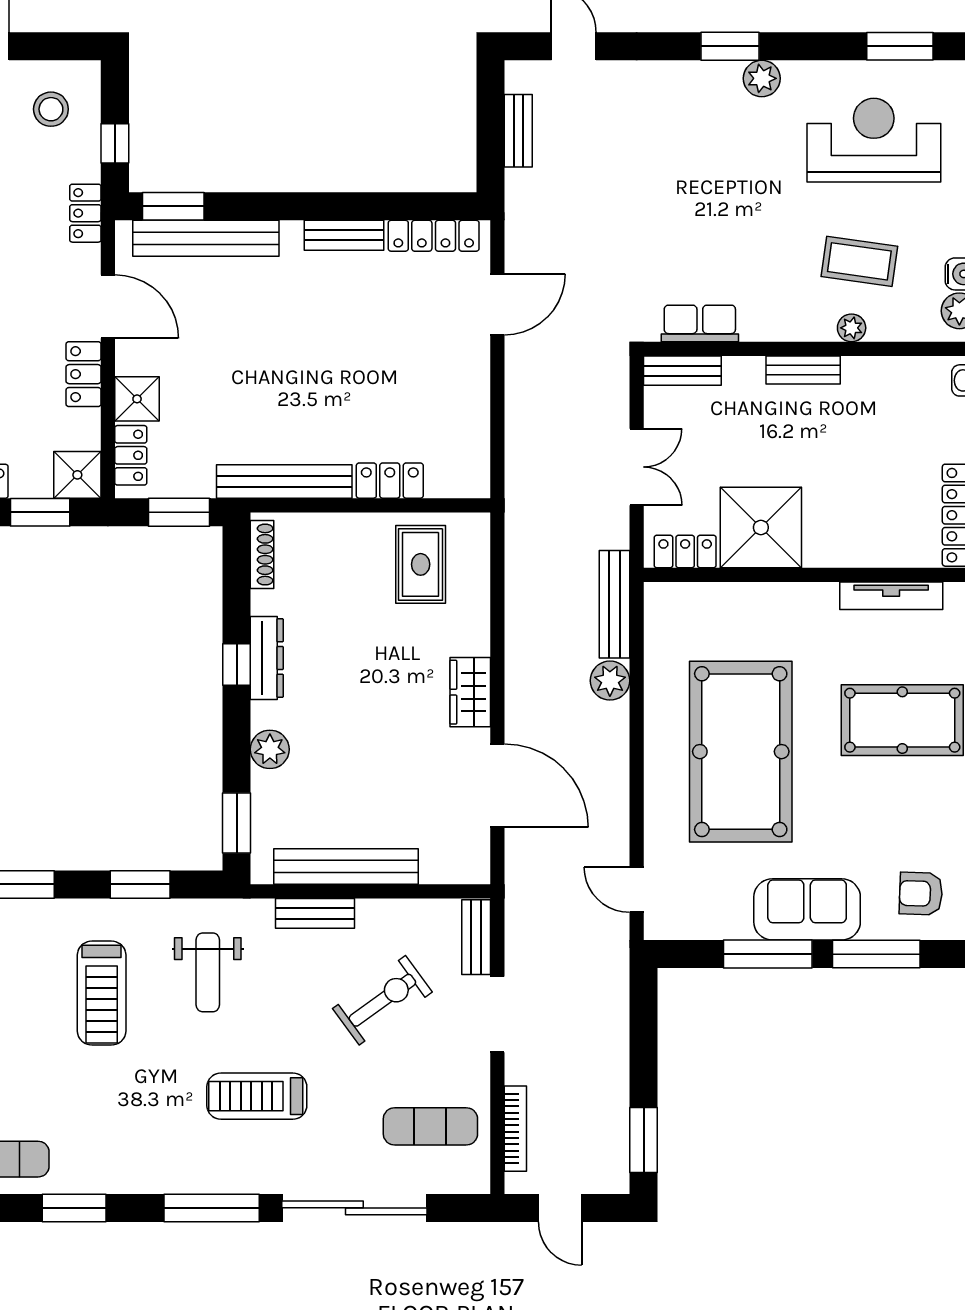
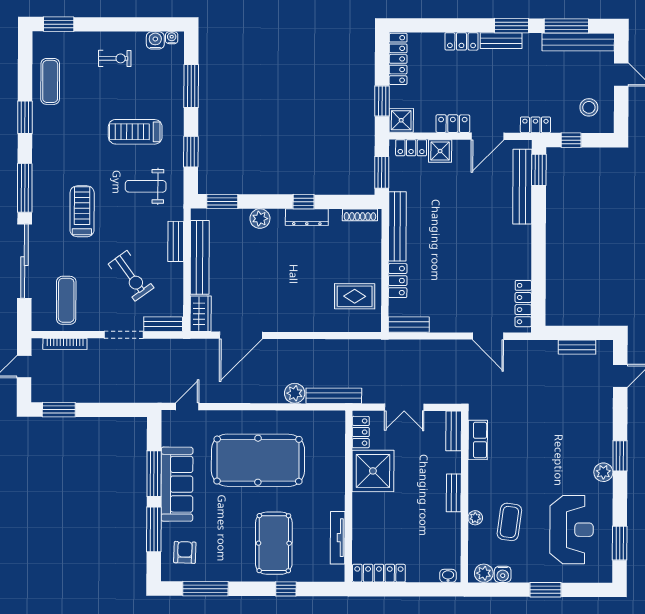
bench: (344, 235) -> (409, 325), moved, turned 90
wardrobe: (470, 692) -> (201, 314), moved, turned 90
sofa: (807, 909) -> (177, 484), width x1.36

